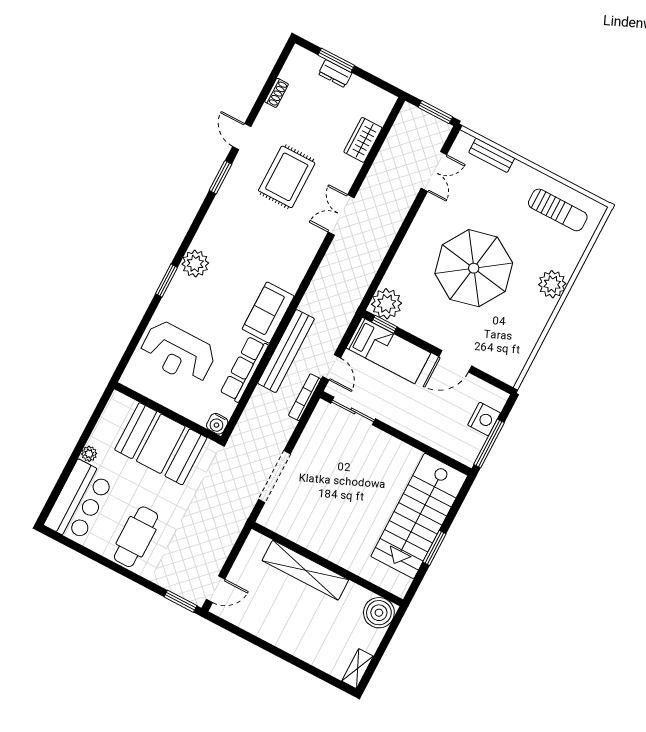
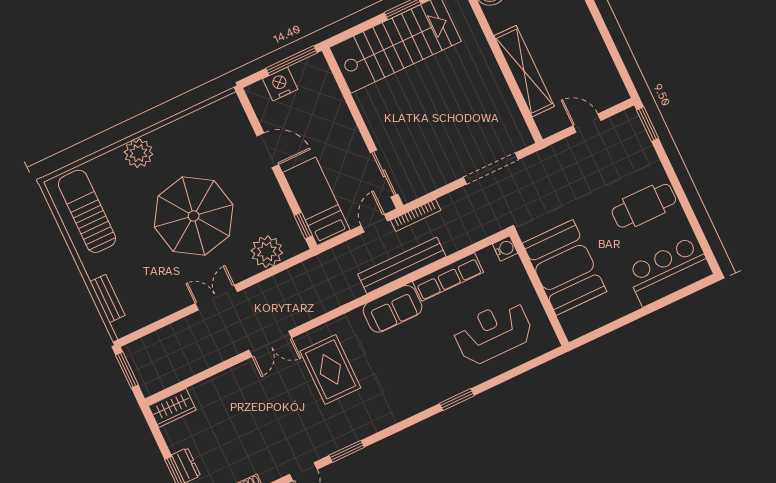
wardrobe: (363, 140) -> (172, 408), moved
double door: (434, 171) -> (216, 298), moved
rug: (287, 177) -> (330, 369), moved, turned 90
sun lounger: (558, 210) -> (87, 211), width x1.36, depth x1.34
plant: (195, 264) -> (422, 396), removed
plant: (387, 304) -> (267, 252), moved
reception desk: (178, 353) -> (493, 332), turned -90
plant: (89, 454) -> (630, 304), removed
door: (216, 589) -> (587, 123), moved

